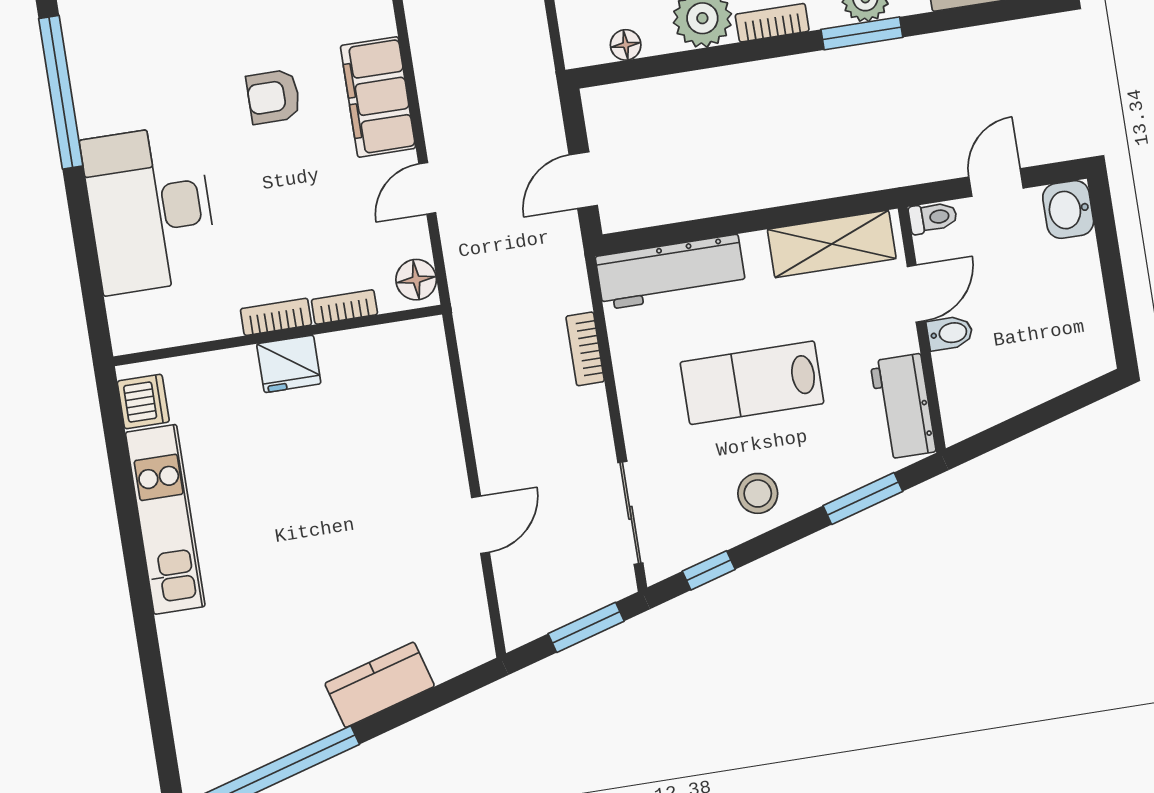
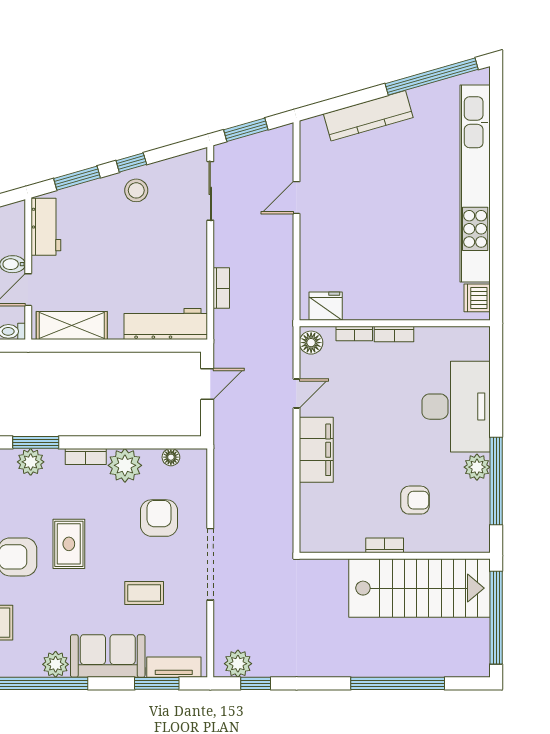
armchair: (273, 97) -> (415, 500), moved
plant: (97, 111) -> (477, 467), added
fridge: (289, 364) -> (326, 306), moved
lab bench: (752, 383) -> (130, 254), removed
kitchen unit: (165, 519) -> (475, 183), width x1.86
window: (709, 570) -> (131, 163), moved
kitchen counter: (380, 685) -> (368, 116), width x1.50

